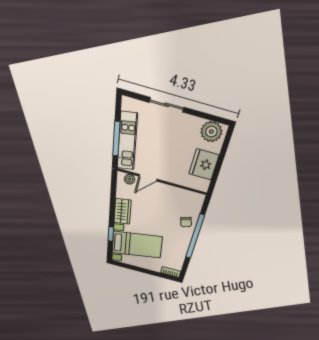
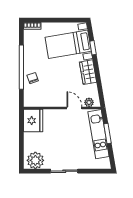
sliding door: (167, 105) -> (64, 171), moved
window: (116, 139) -> (107, 133), width x0.69
fridge: (204, 164) -> (33, 121), moved
door: (148, 178) -> (74, 108), hinge flipped

